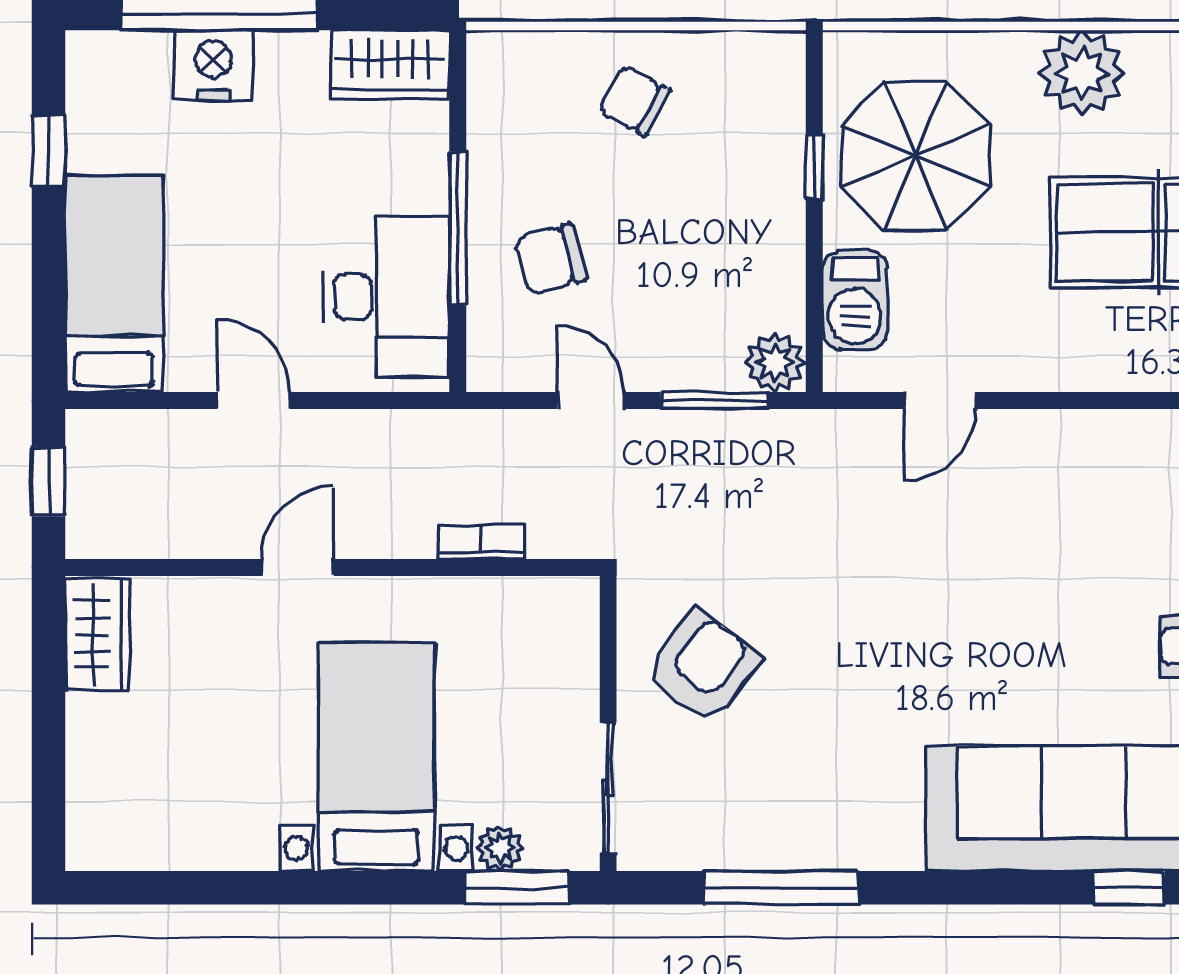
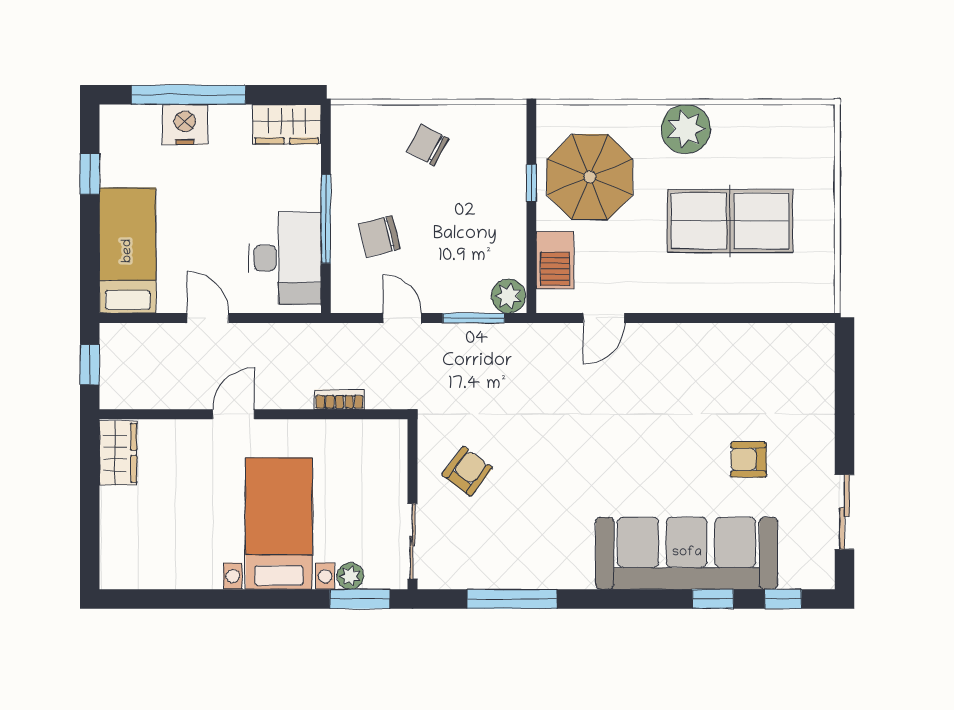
armchair: (703, 666) -> (467, 471), width x0.72, depth x0.72

